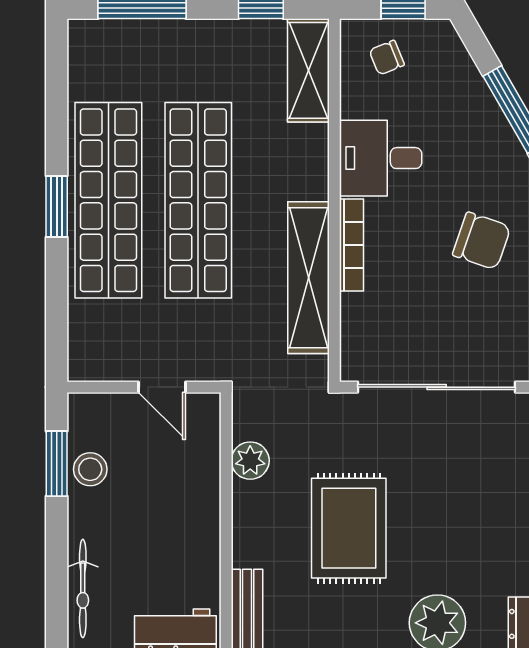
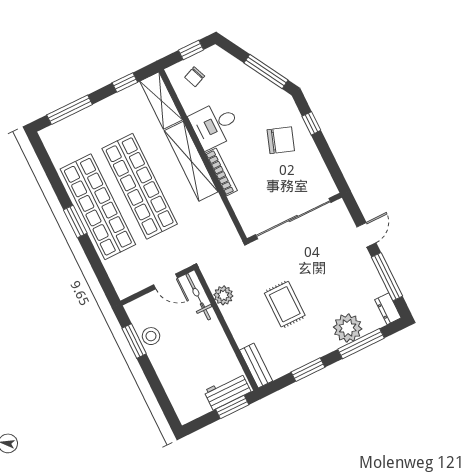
shelving: (308, 278) -> (191, 161), moved
rug: (349, 528) -> (285, 304), width x0.73, depth x0.70
bicycle: (83, 588) -> (198, 297), moved, turned 180

